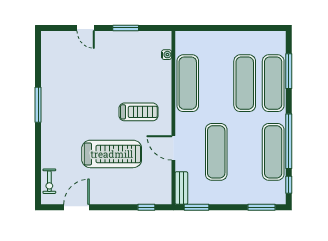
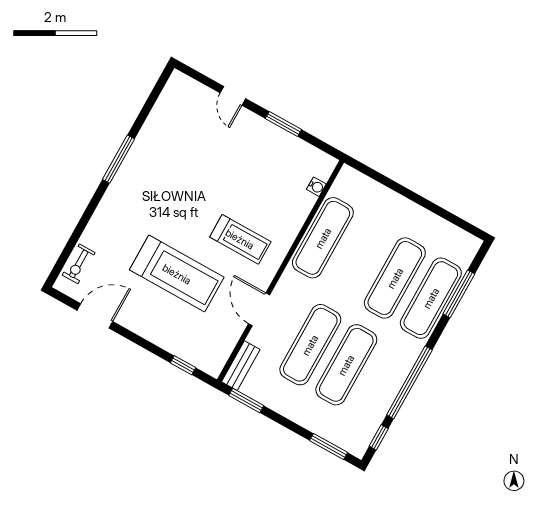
exercise mat: (273, 152) -> (346, 365), moved

